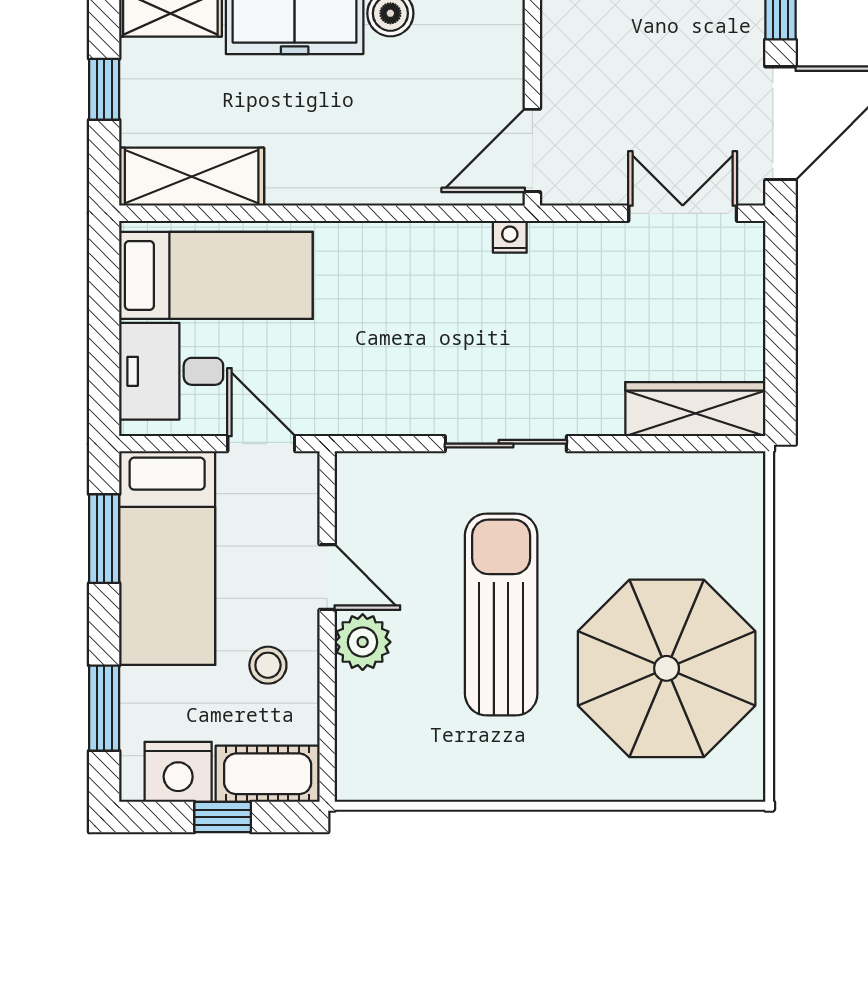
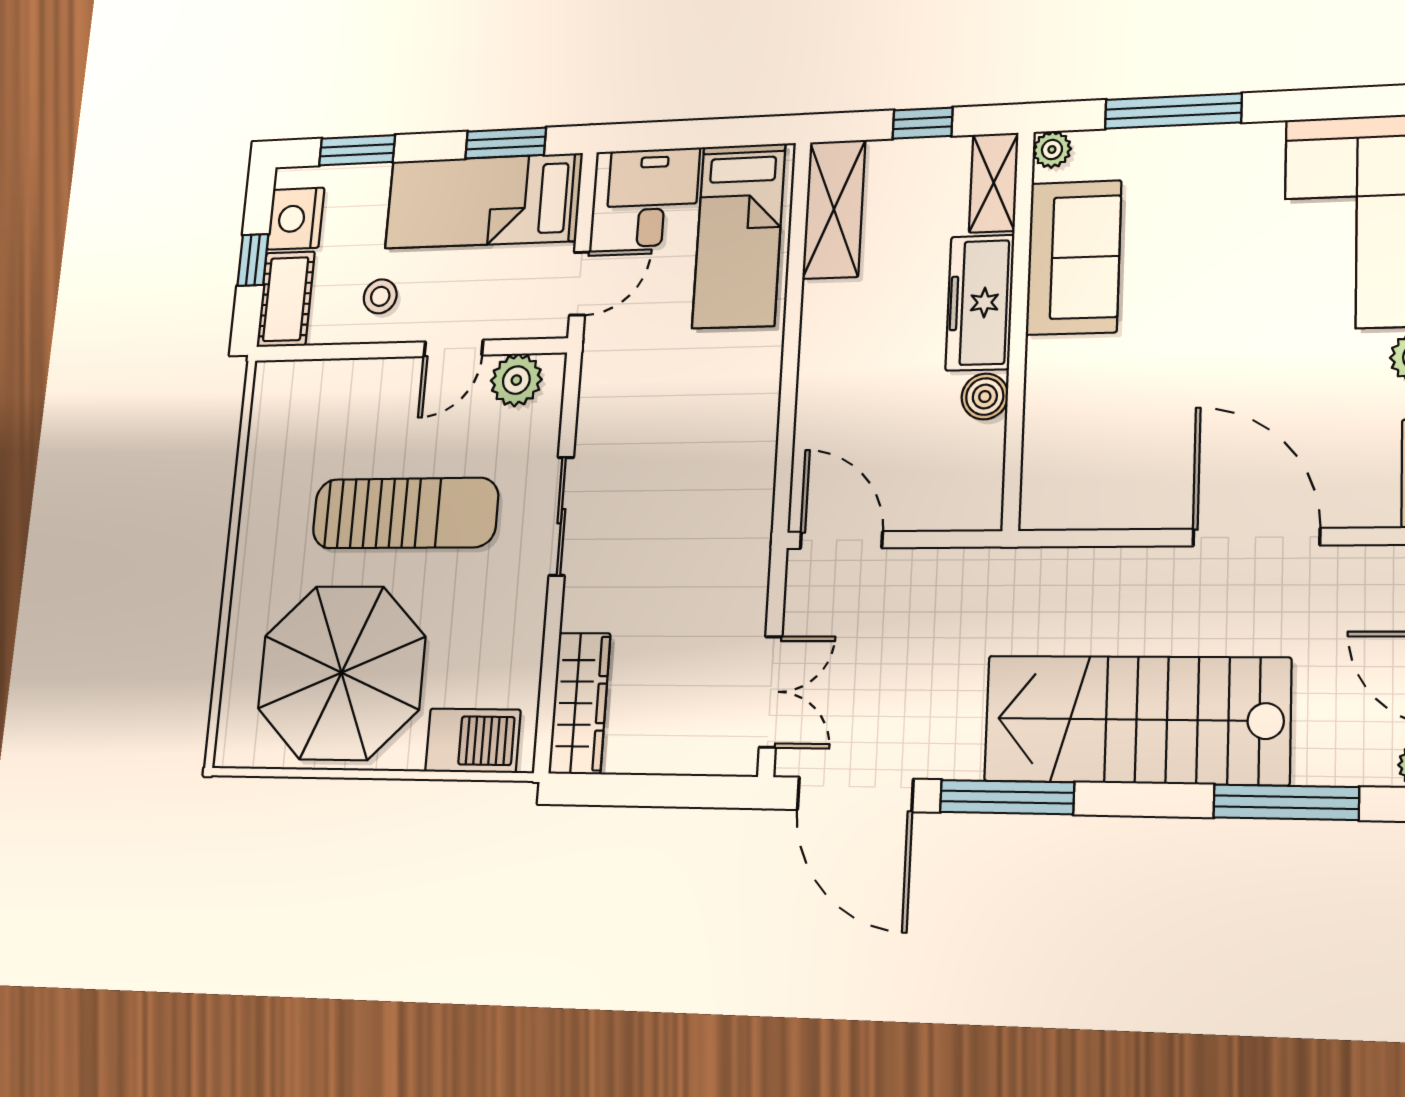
nightstand: (510, 237) -> (758, 518), removed
barbecue: (734, 519) -> (473, 741), added
plant: (363, 642) -> (516, 380), moved

